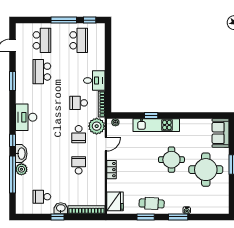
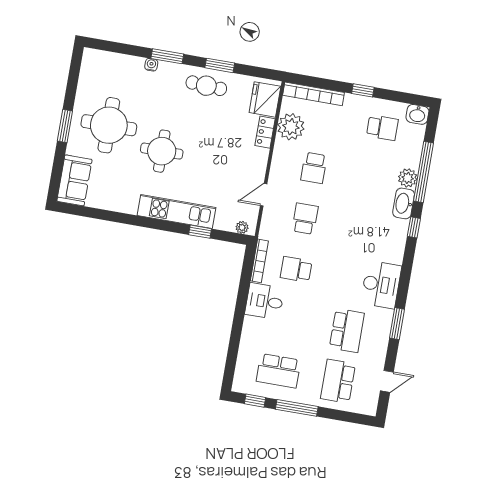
school desk: (79, 40) -> (278, 371), turned -90
school desk: (79, 103) -> (296, 269), turned 180
window: (151, 115) -> (200, 232), moved
desk: (26, 117) -> (381, 285), moved
plant: (97, 126) -> (291, 127), moved
locker: (112, 170) -> (265, 132), moved
washbasin: (61, 208) -> (417, 114), moved

